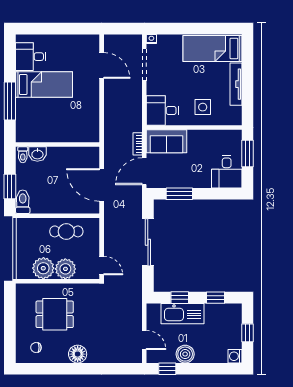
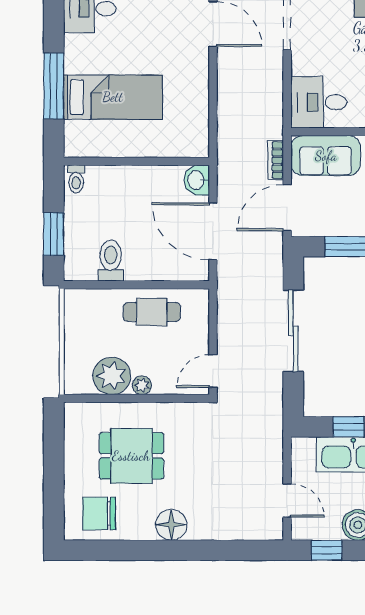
bed: (44, 85) -> (113, 97), moved
washbasin: (37, 154) -> (197, 180), moved, turned 90
toilet: (23, 202) -> (111, 261), moved
door: (102, 266) -> (213, 371), swing flipped
plant: (65, 269) -> (142, 385), width x0.53, depth x0.53
chair: (36, 348) -> (99, 513), width x1.87, depth x1.87

